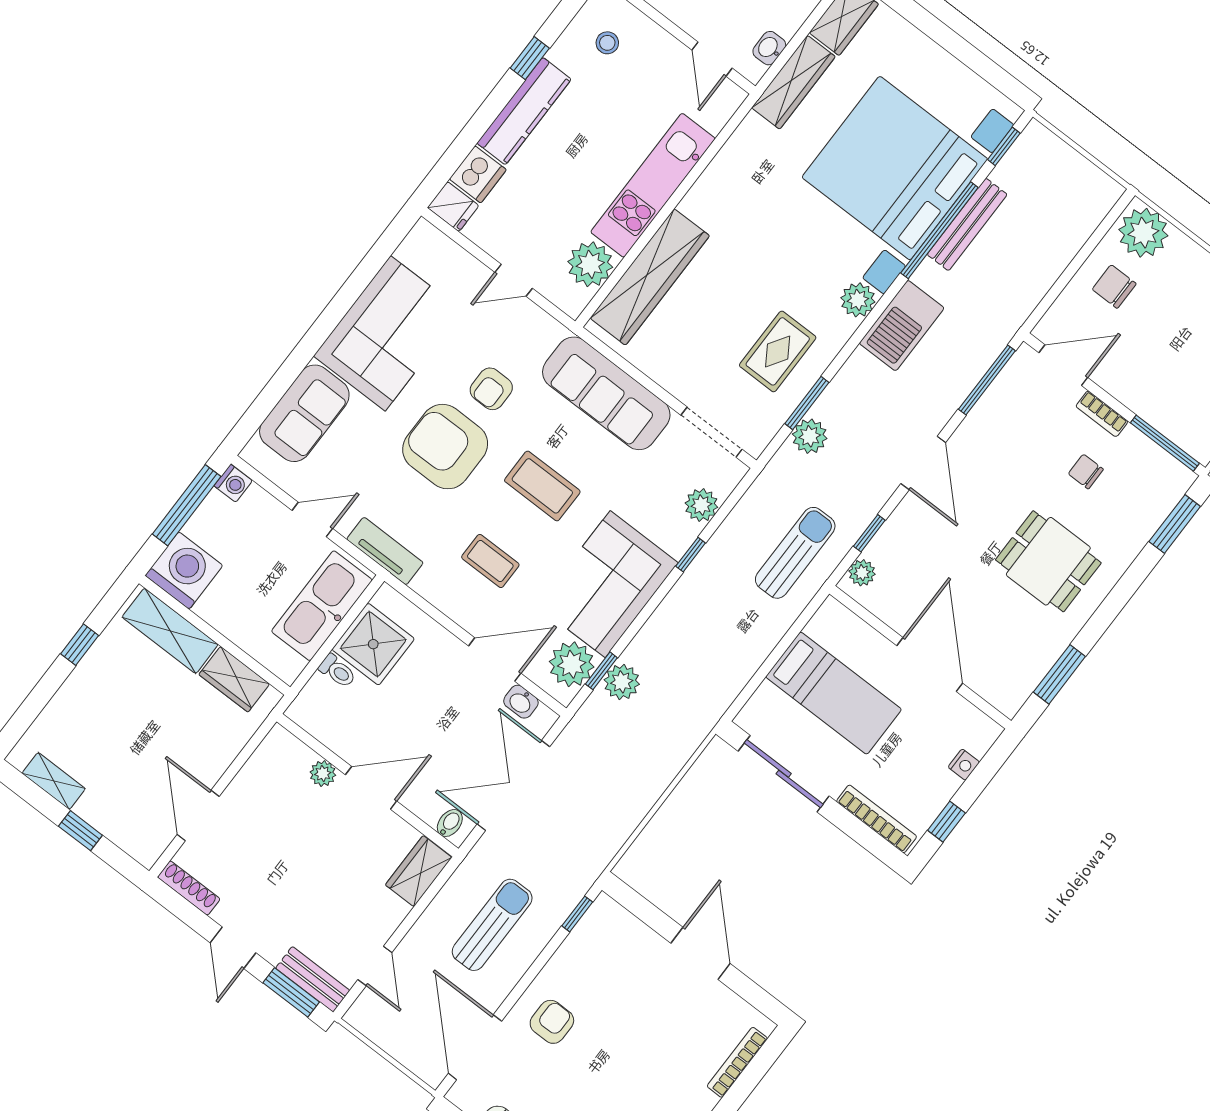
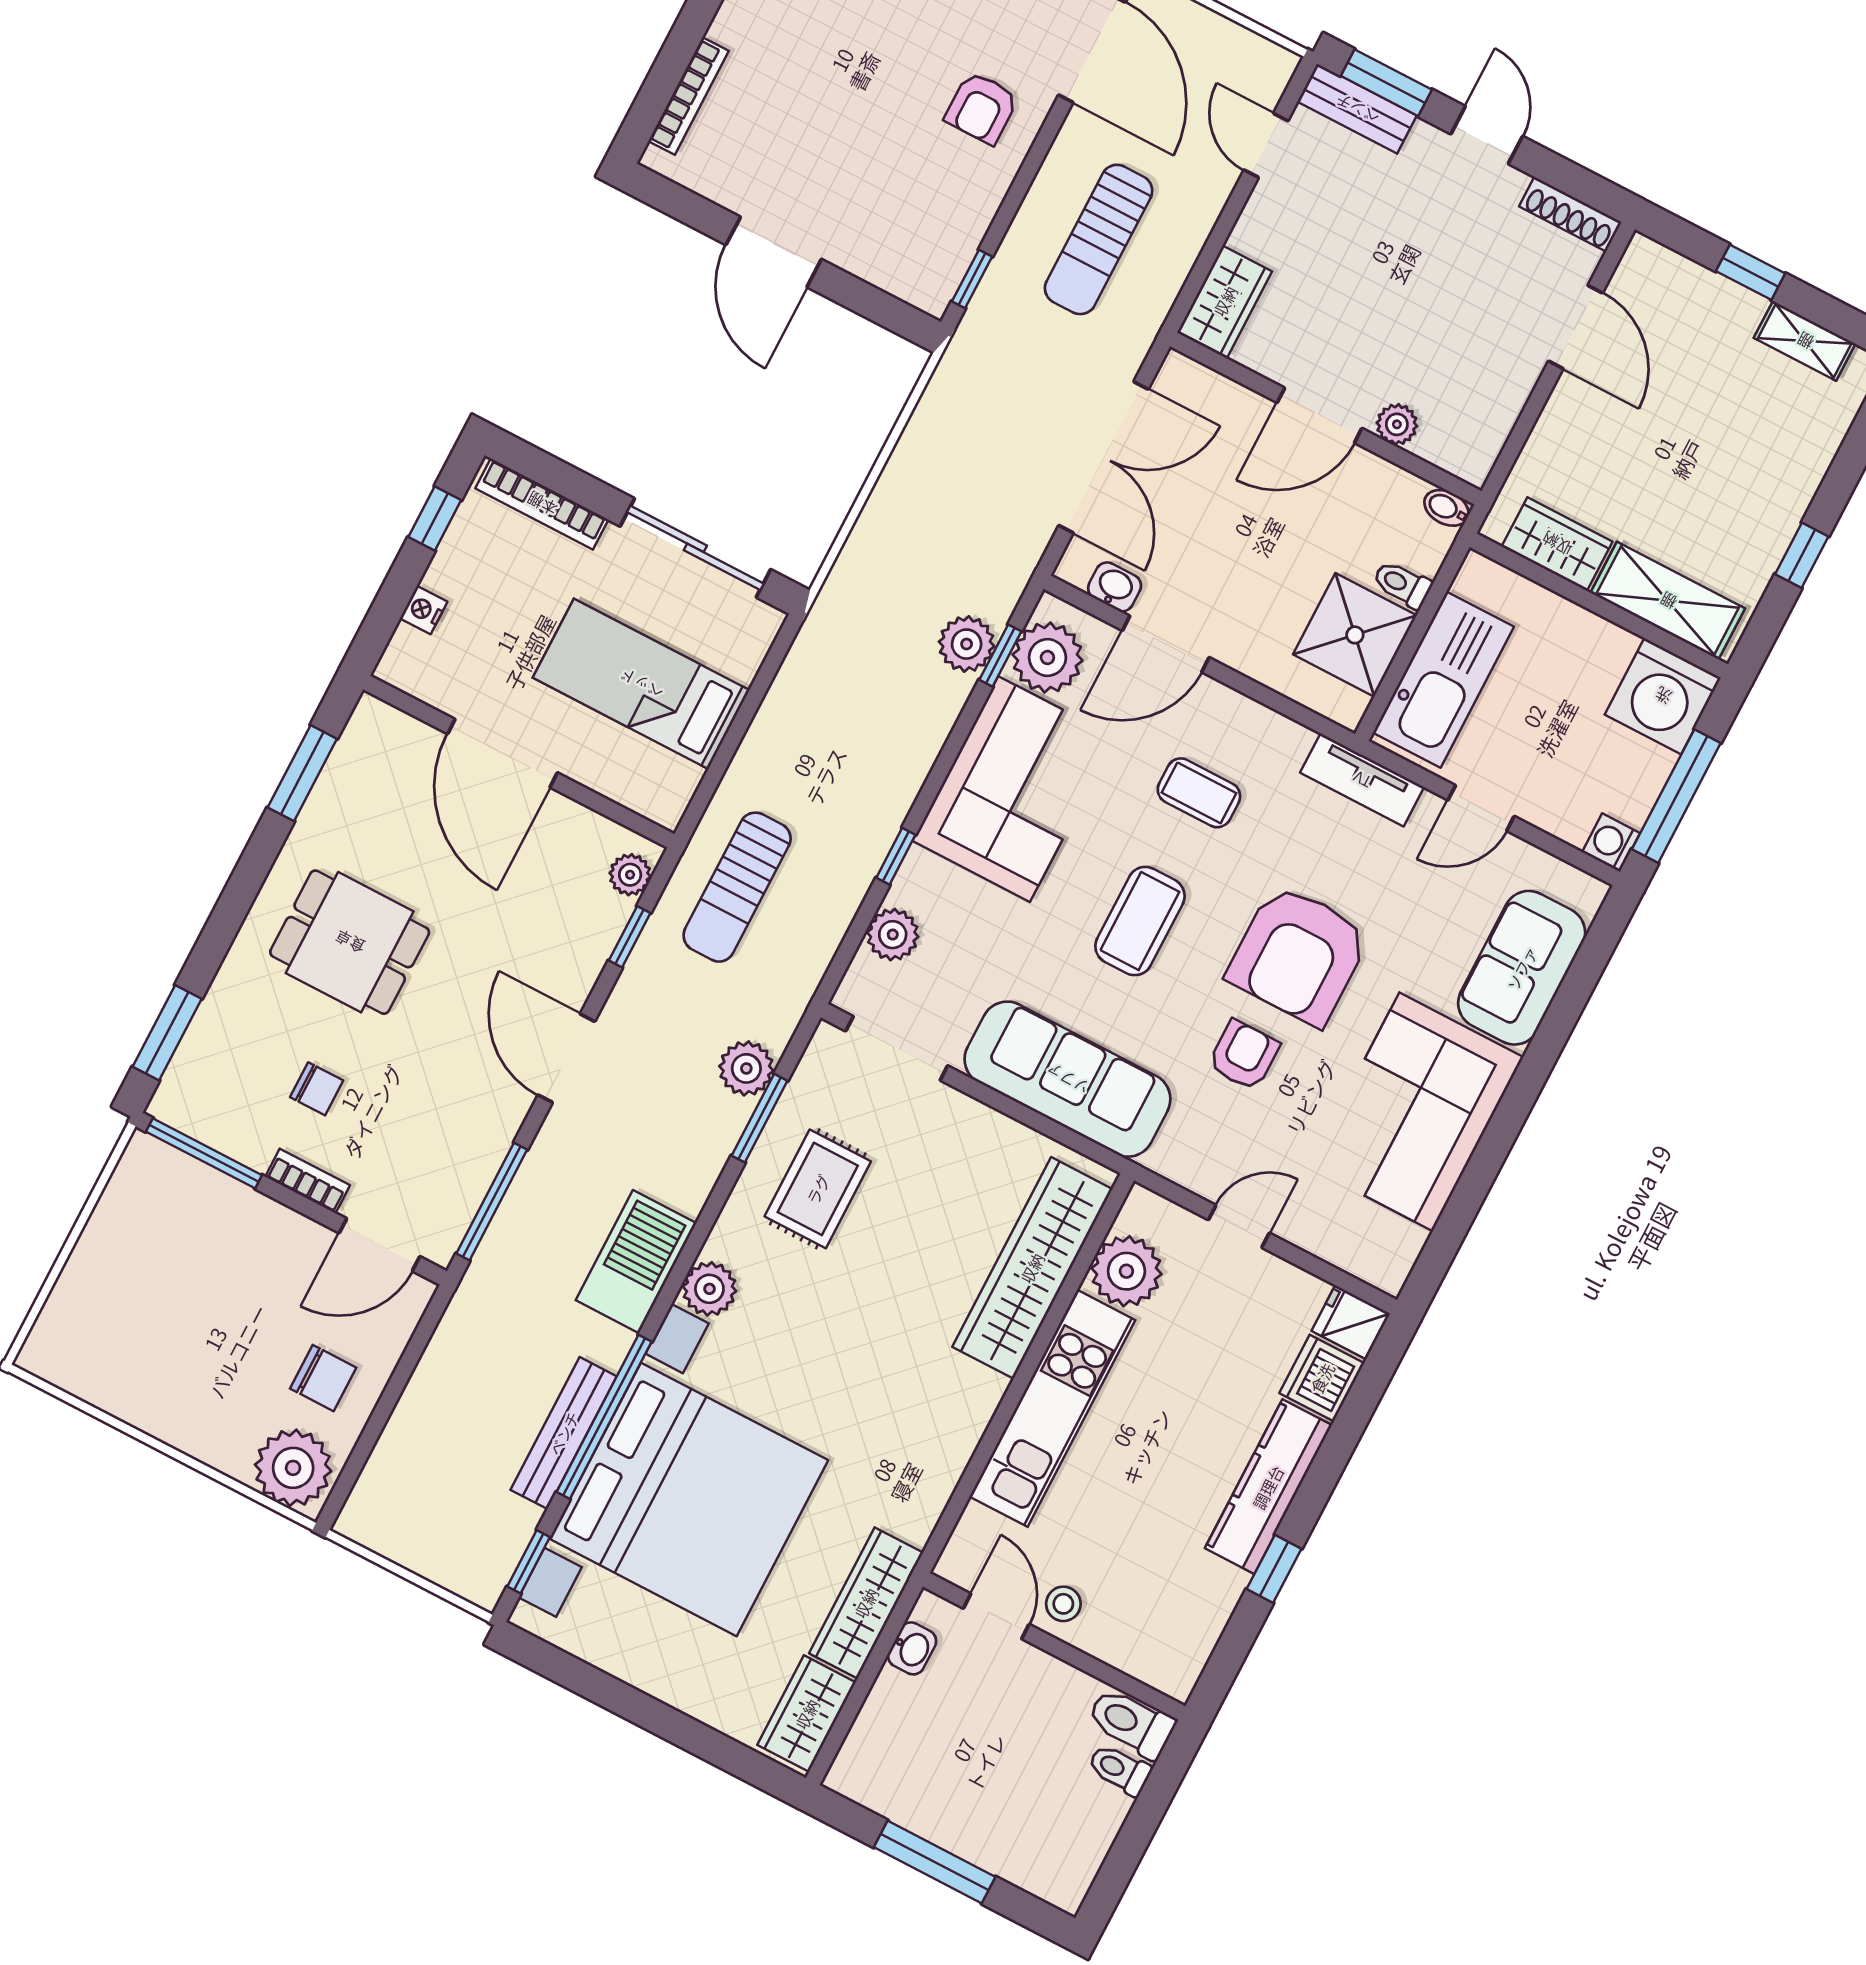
stool: (607, 43) -> (1063, 1604), moved
armchair: (445, 447) -> (1298, 955), turned 90
coffee table: (542, 486) -> (1140, 921), turned 90
bidet: (450, 823) -> (1446, 508), moved, turned 90

